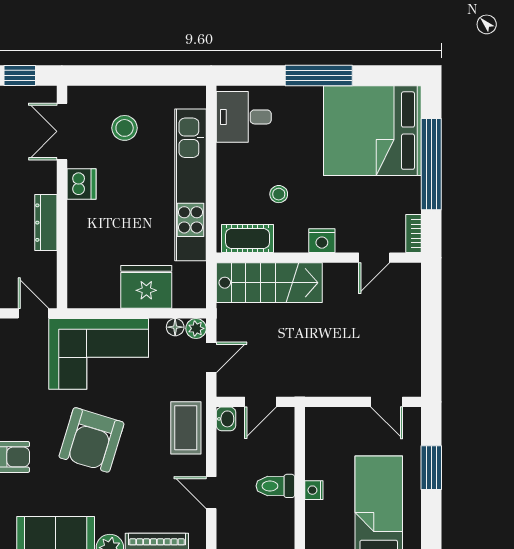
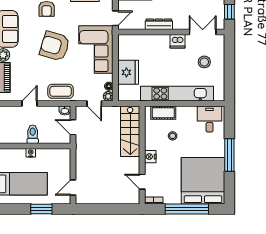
cot: (248, 239) -> (163, 113), moved, turned 90

